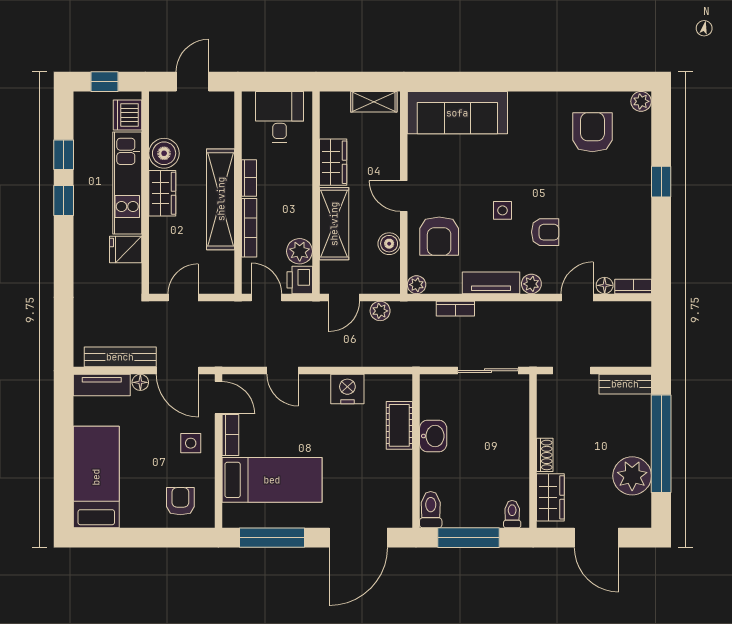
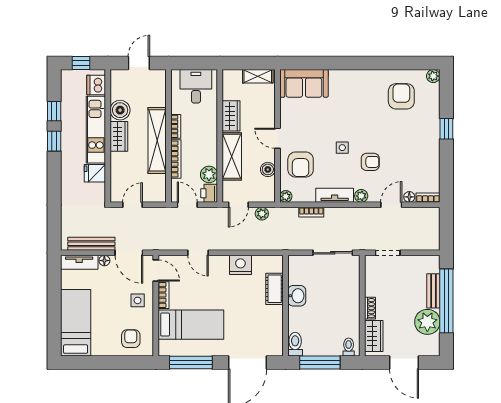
sofa: (457, 113) -> (304, 83), width x0.73
bench: (625, 384) -> (433, 291), moved, turned 90

